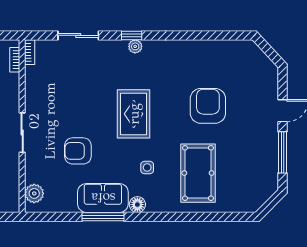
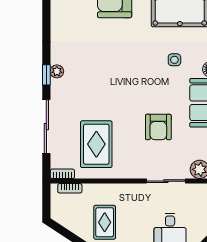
sliding door: (78, 35) -> (46, 127), width x1.37
rug: (134, 114) -> (96, 144), moved, turned 90
sliding door: (22, 133) -> (166, 181), moved

